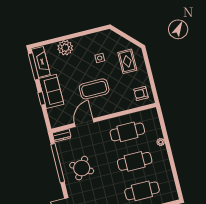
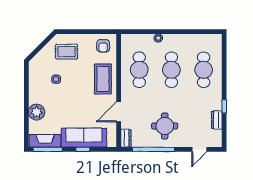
coffee table: (94, 89) -> (103, 79), moved
sofa: (51, 91) -> (84, 138), width x1.36
door: (84, 123) -> (119, 112), hinge flipped
round table: (82, 168) -> (165, 126), turned -32

